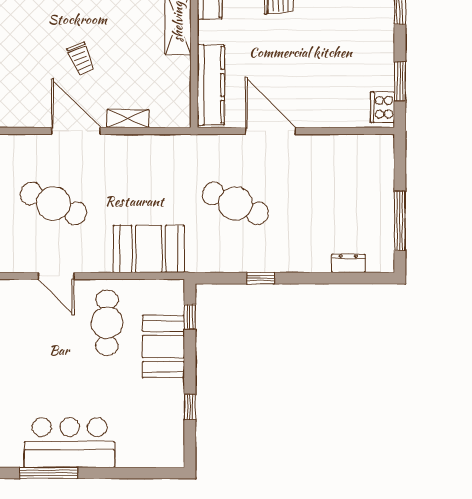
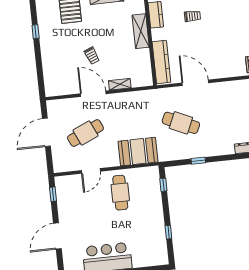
cafe table: (53, 203) -> (85, 133), turned -48
door: (56, 276) -> (91, 171), hinge flipped
booth: (163, 346) -> (151, 202), removed

